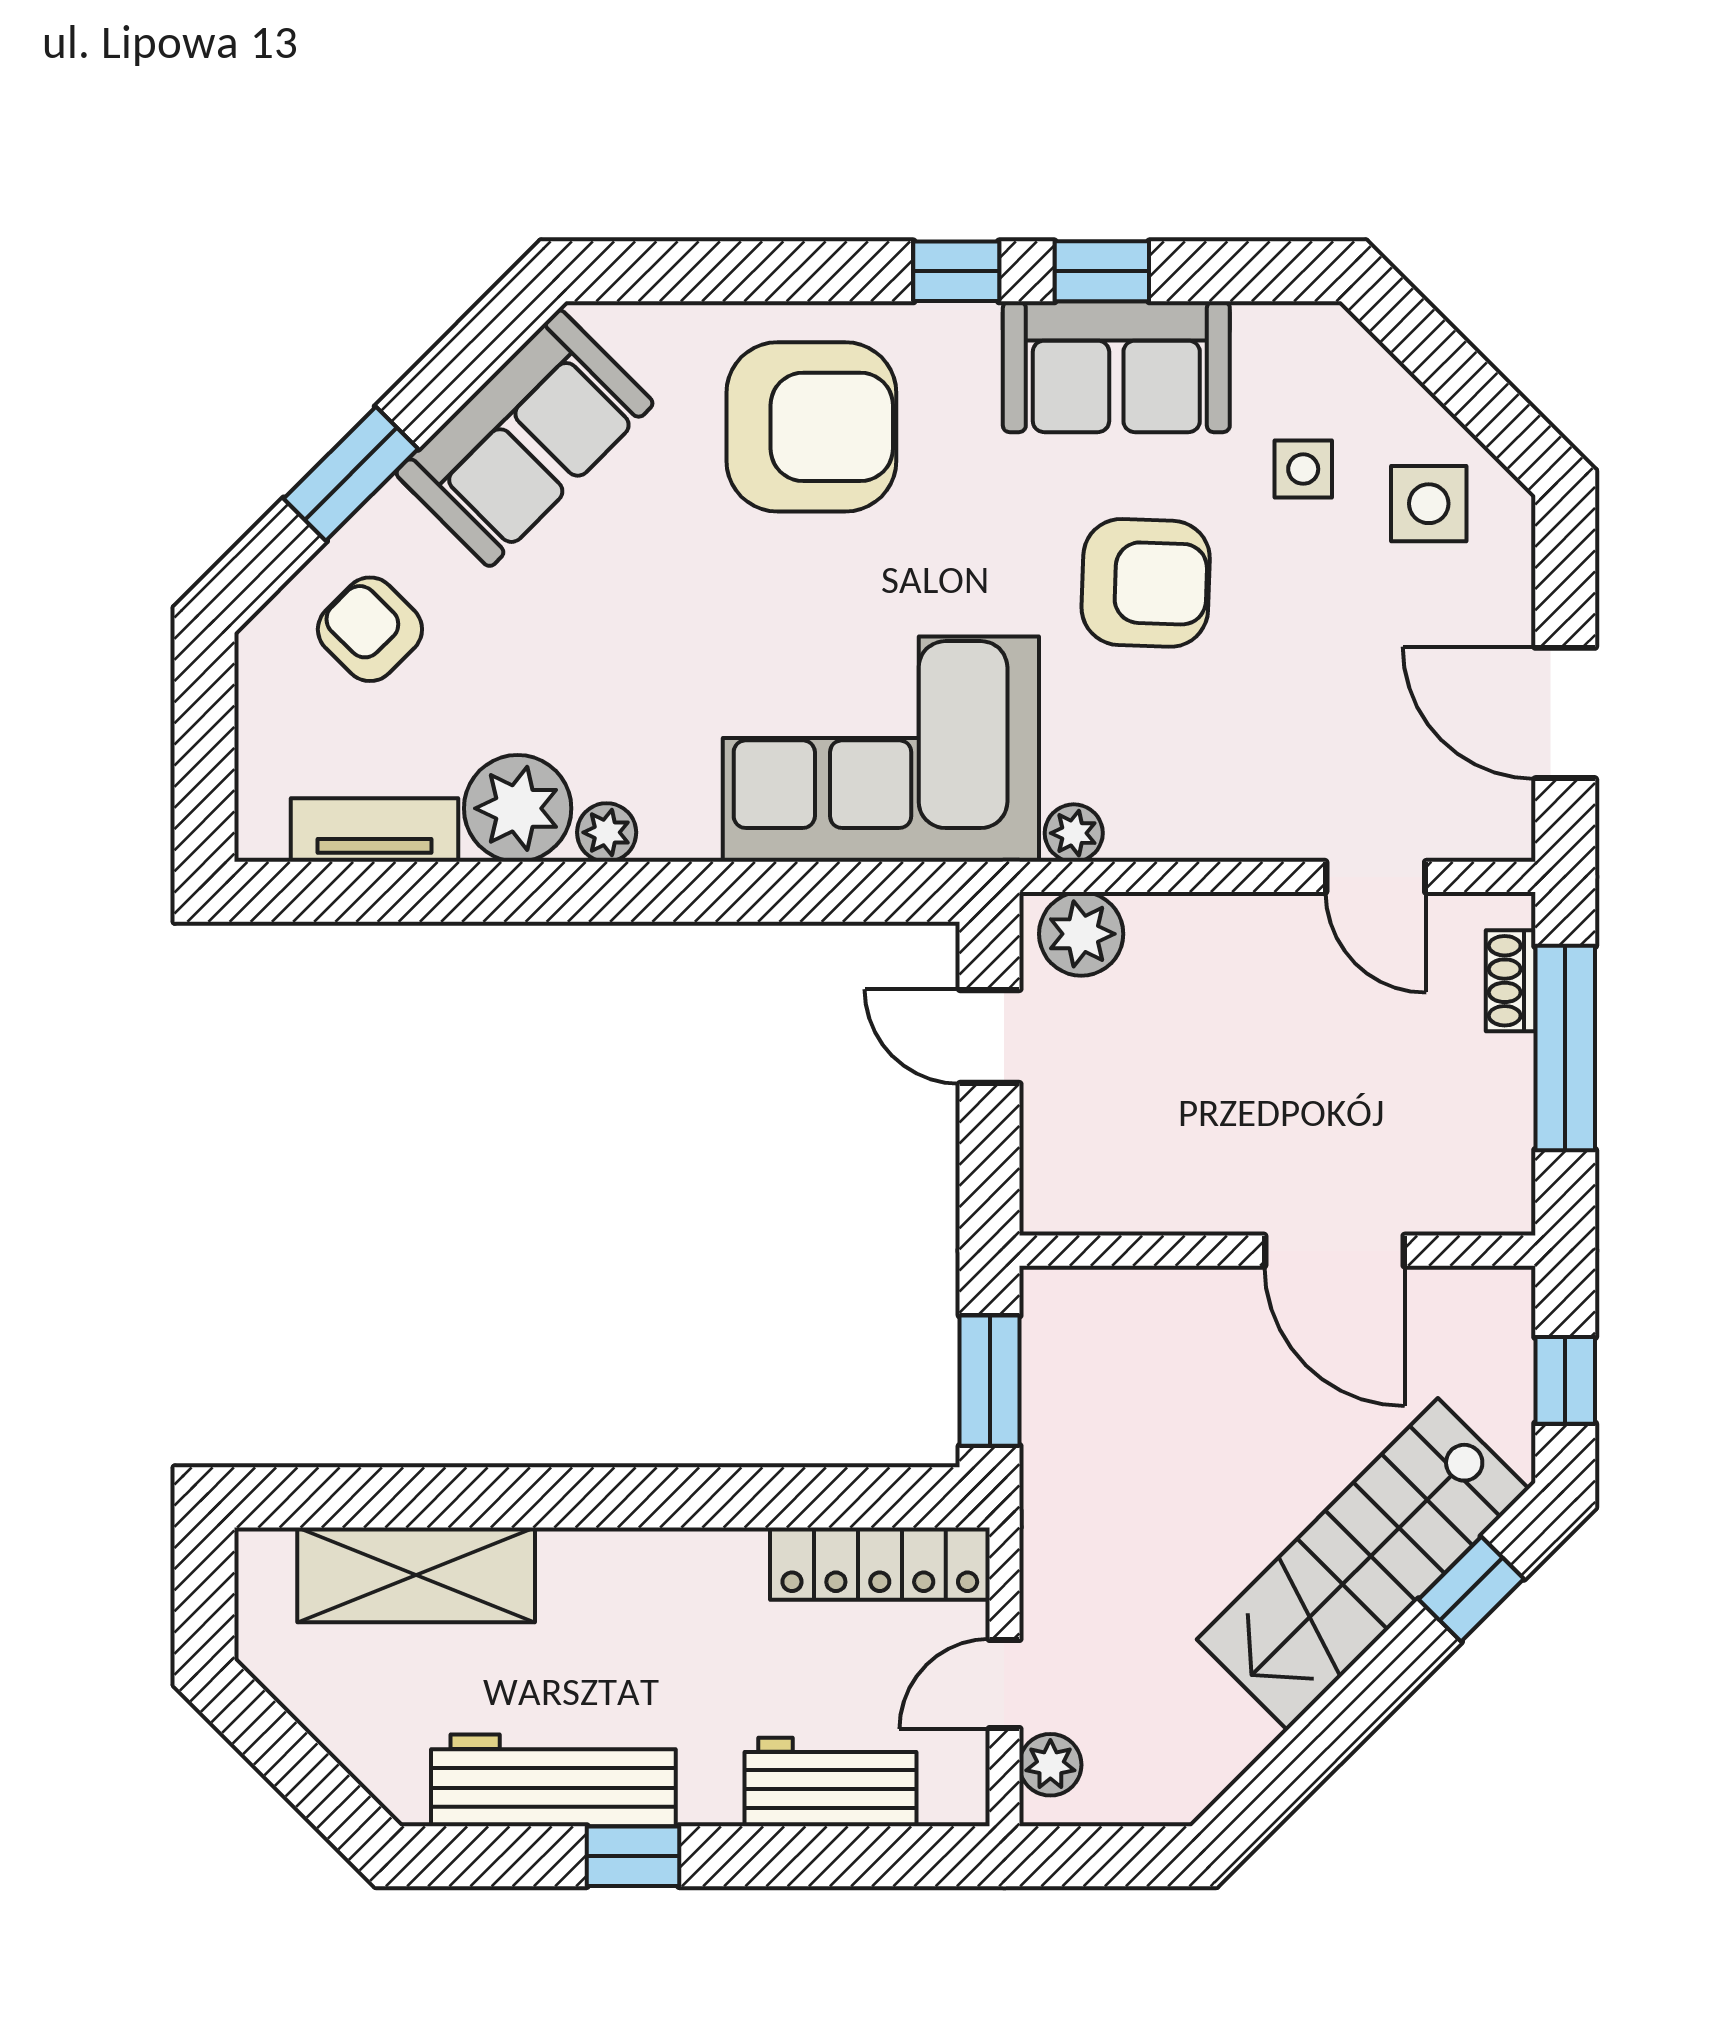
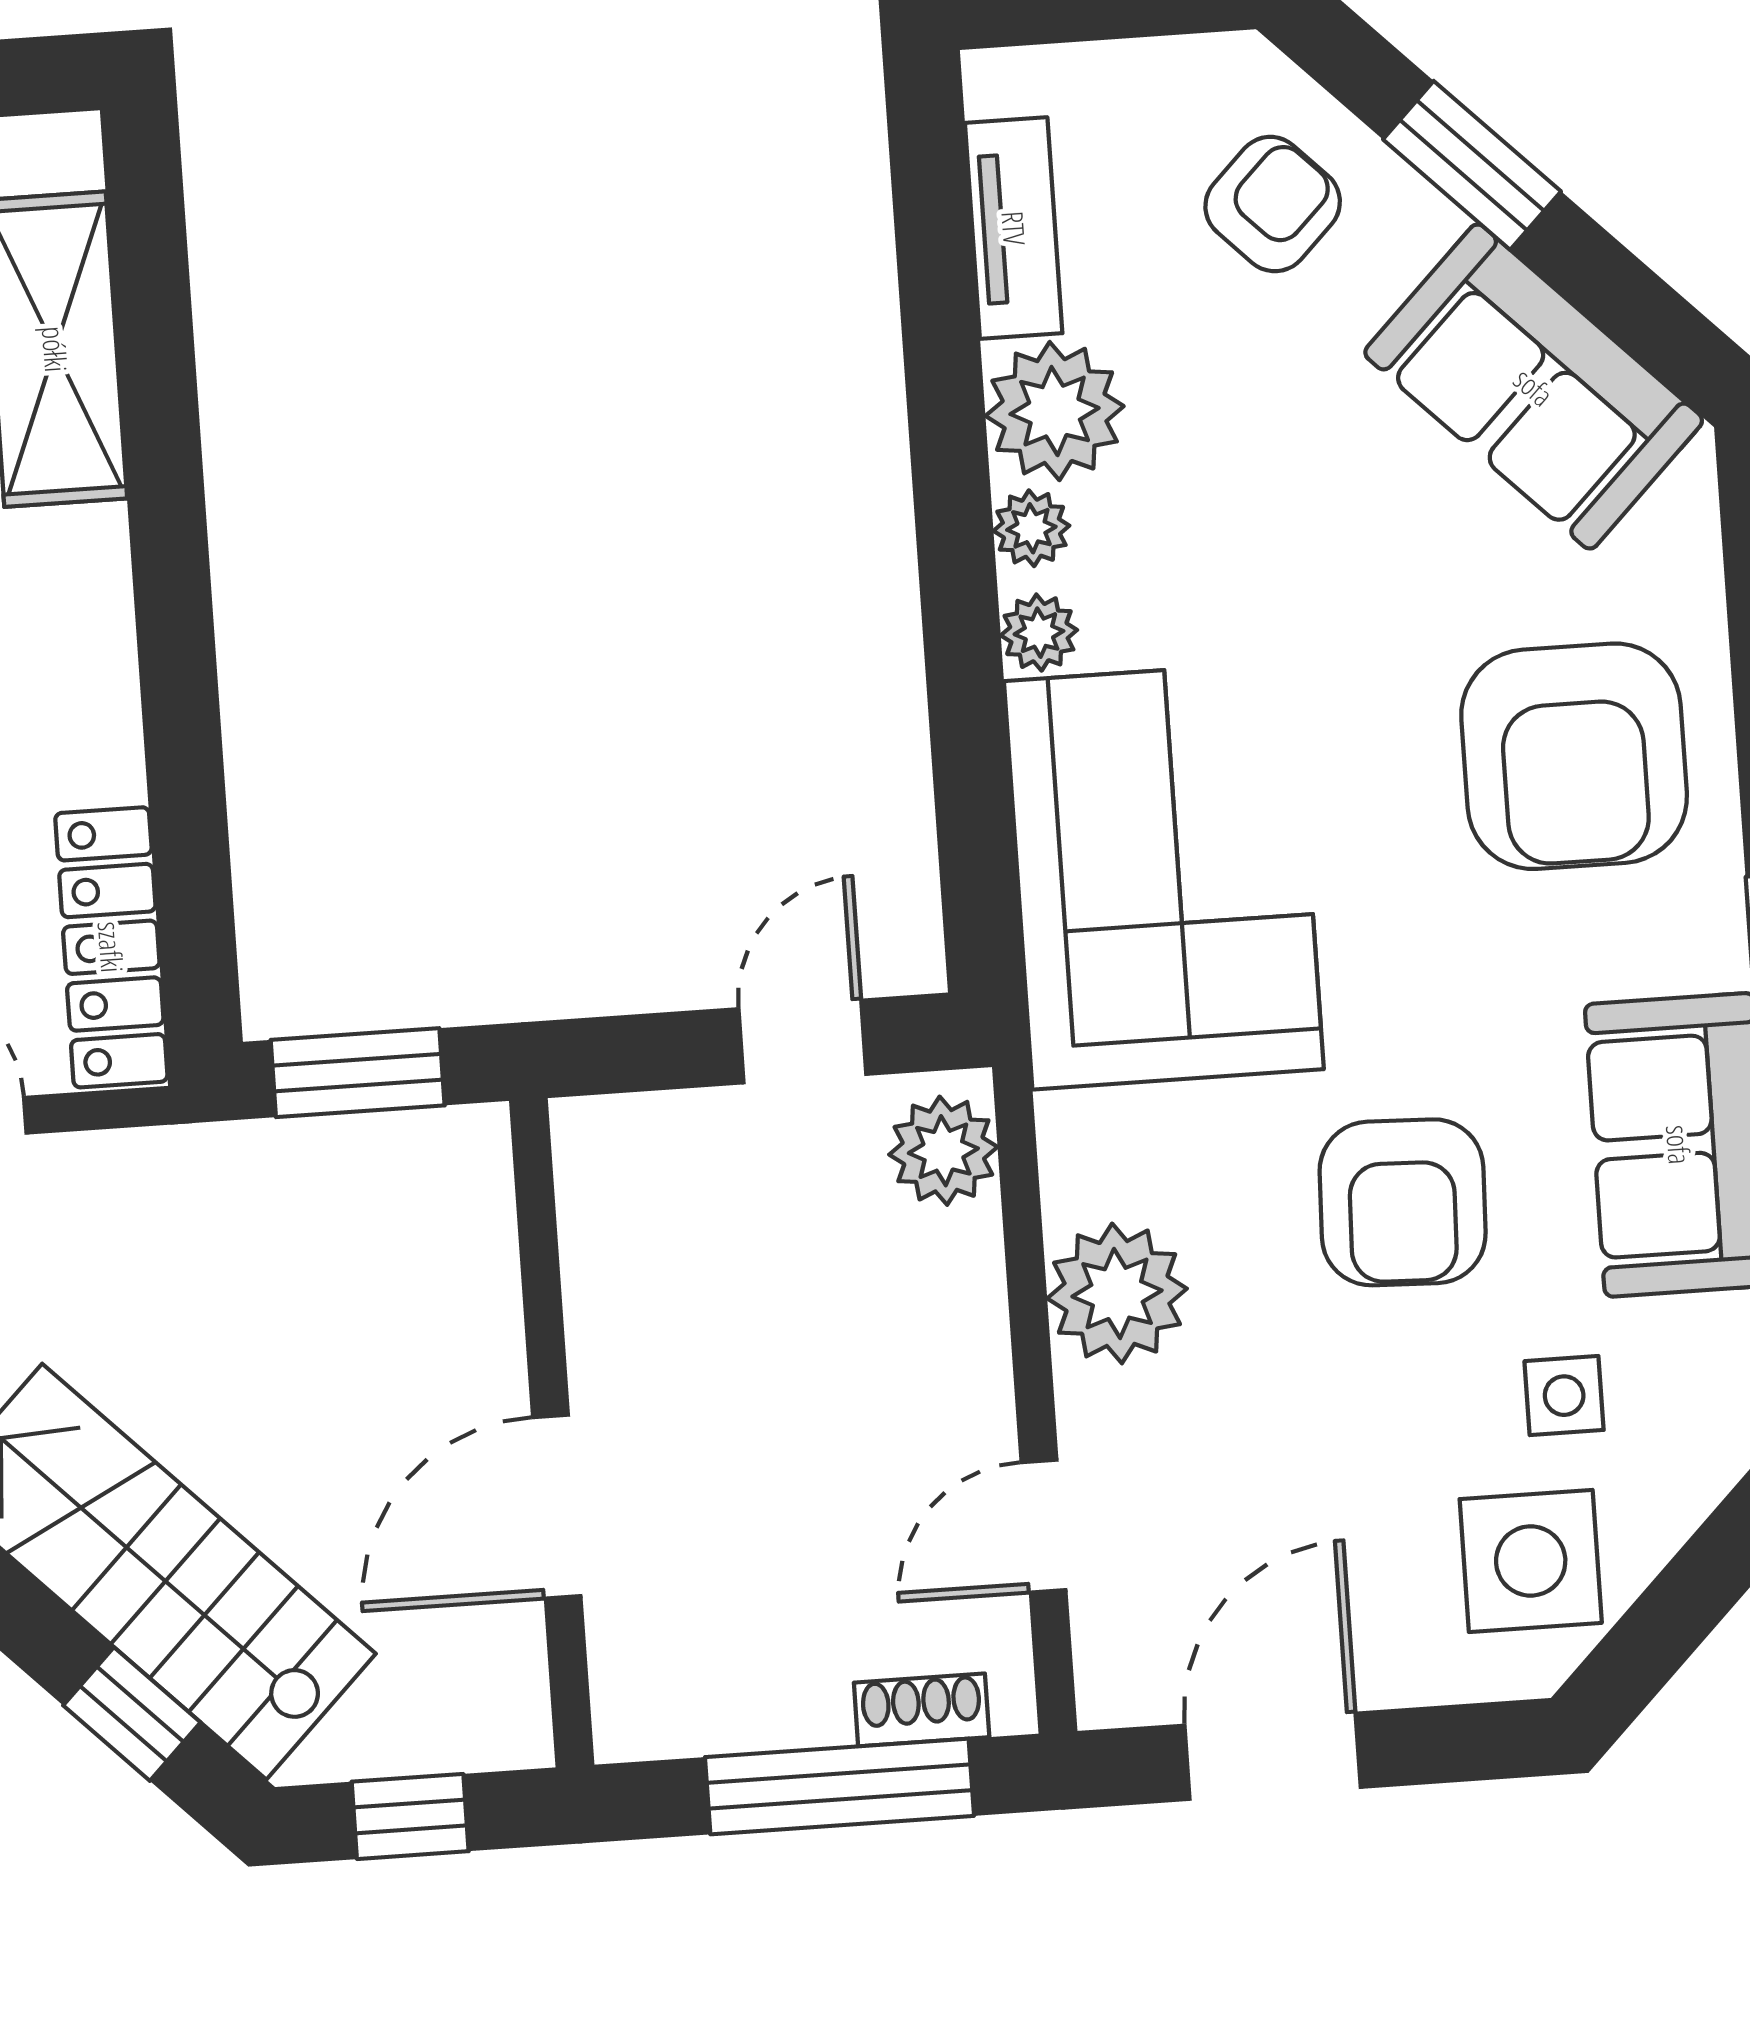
side table: (1429, 504) -> (1531, 1561), width x1.37, depth x1.37
plant: (687, 832) -> (1039, 633), added
plant: (1074, 833) -> (1117, 1293), moved, width x1.88, depth x1.88

